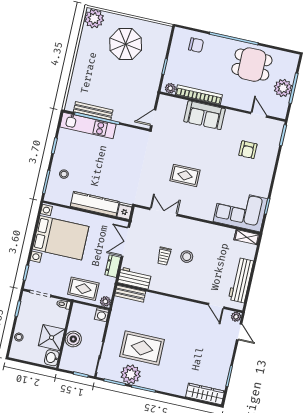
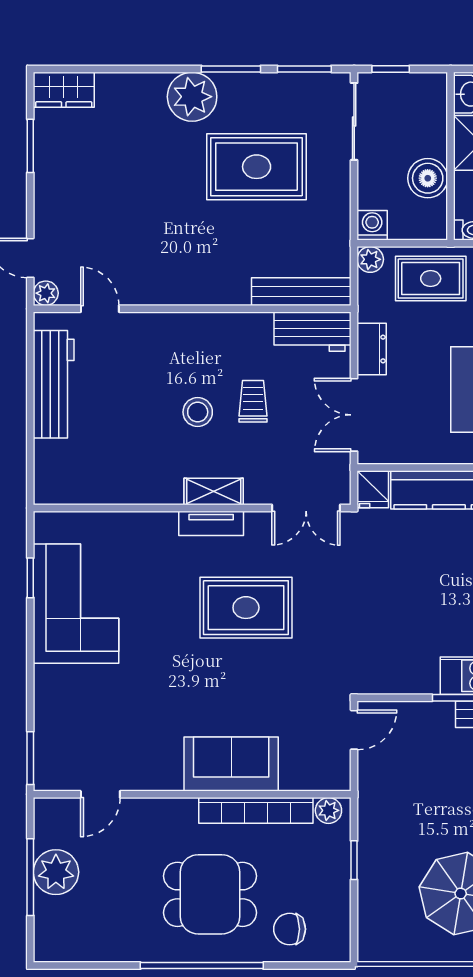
dining table: (252, 65) -> (210, 894), moved
door: (259, 115) -> (100, 794), hinge flipped
armchair: (248, 150) -> (107, 704), removed
rug: (185, 175) -> (246, 608), width x1.36, depth x1.43
corner sofa: (240, 210) -> (76, 604), moved, turned -90
double door: (164, 212) -> (306, 508), moved
tv unit: (191, 212) -> (211, 523), added
shelving: (247, 237) -> (214, 492), moved
double door: (125, 242) -> (354, 415), swing flipped
bench: (130, 294) -> (301, 292), width x1.36
boiler: (73, 339) -> (428, 178), moved
plant: (131, 374) -> (192, 97), moved
wardrobe: (205, 394) -> (64, 90), width x0.67

